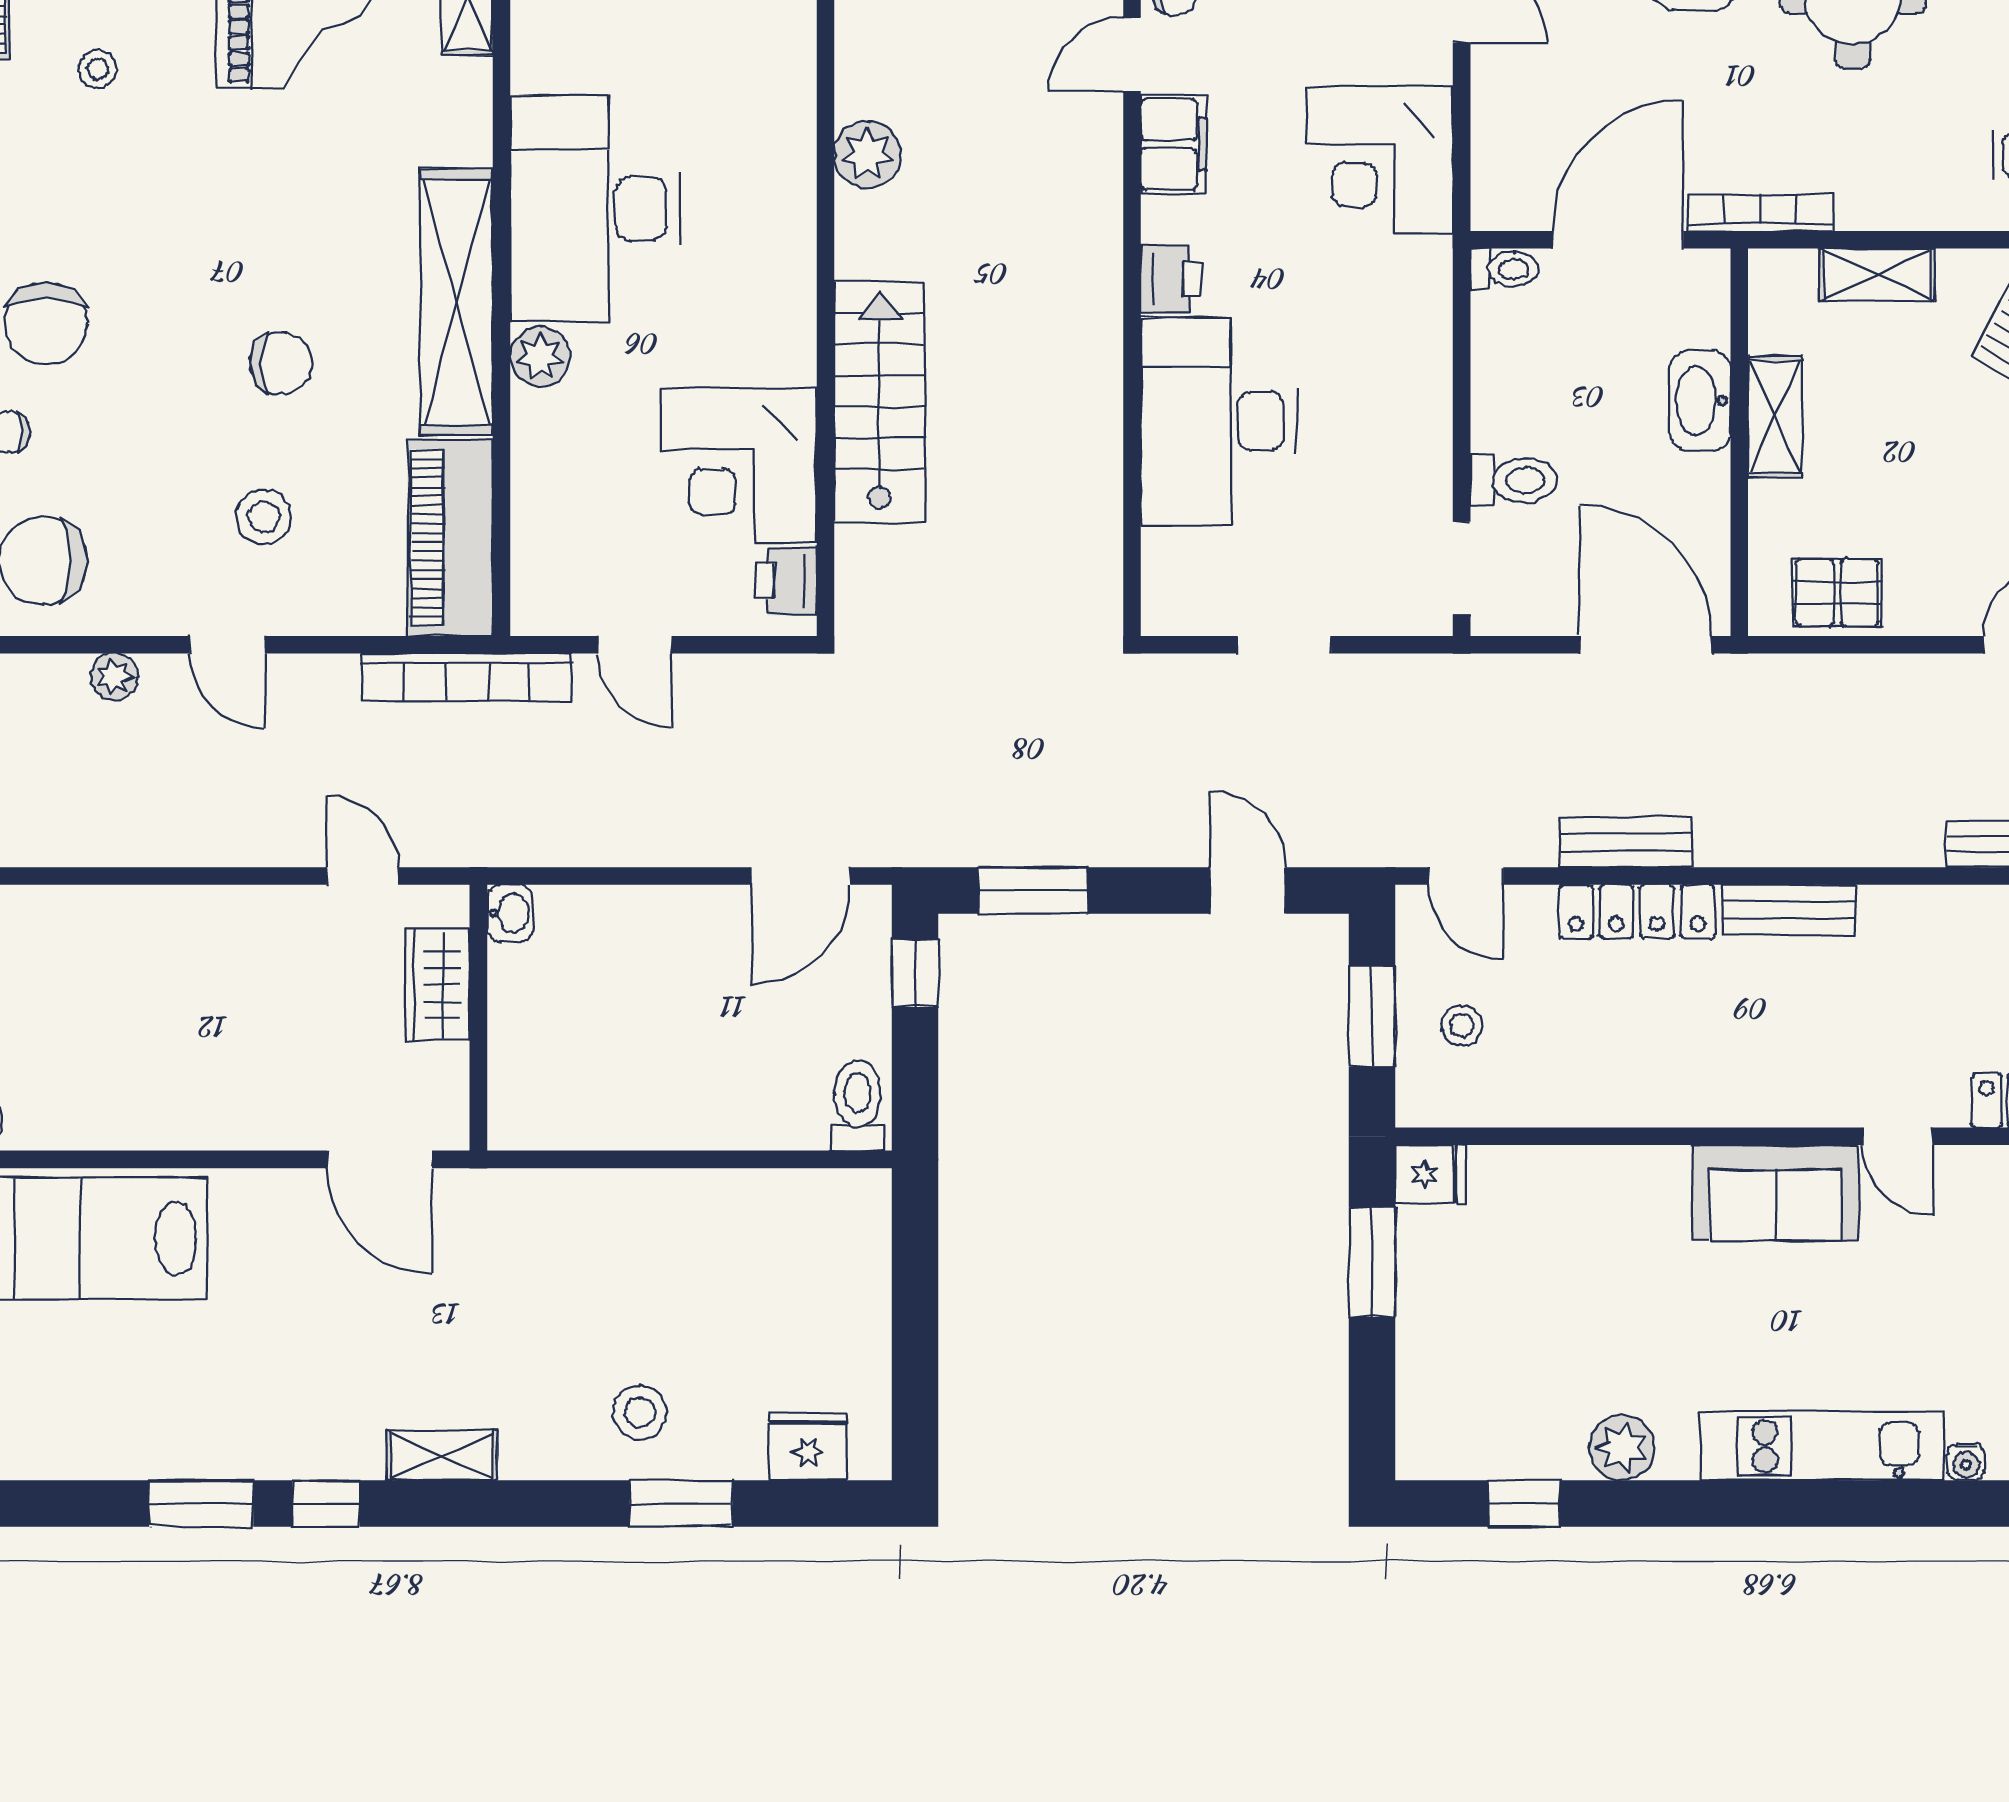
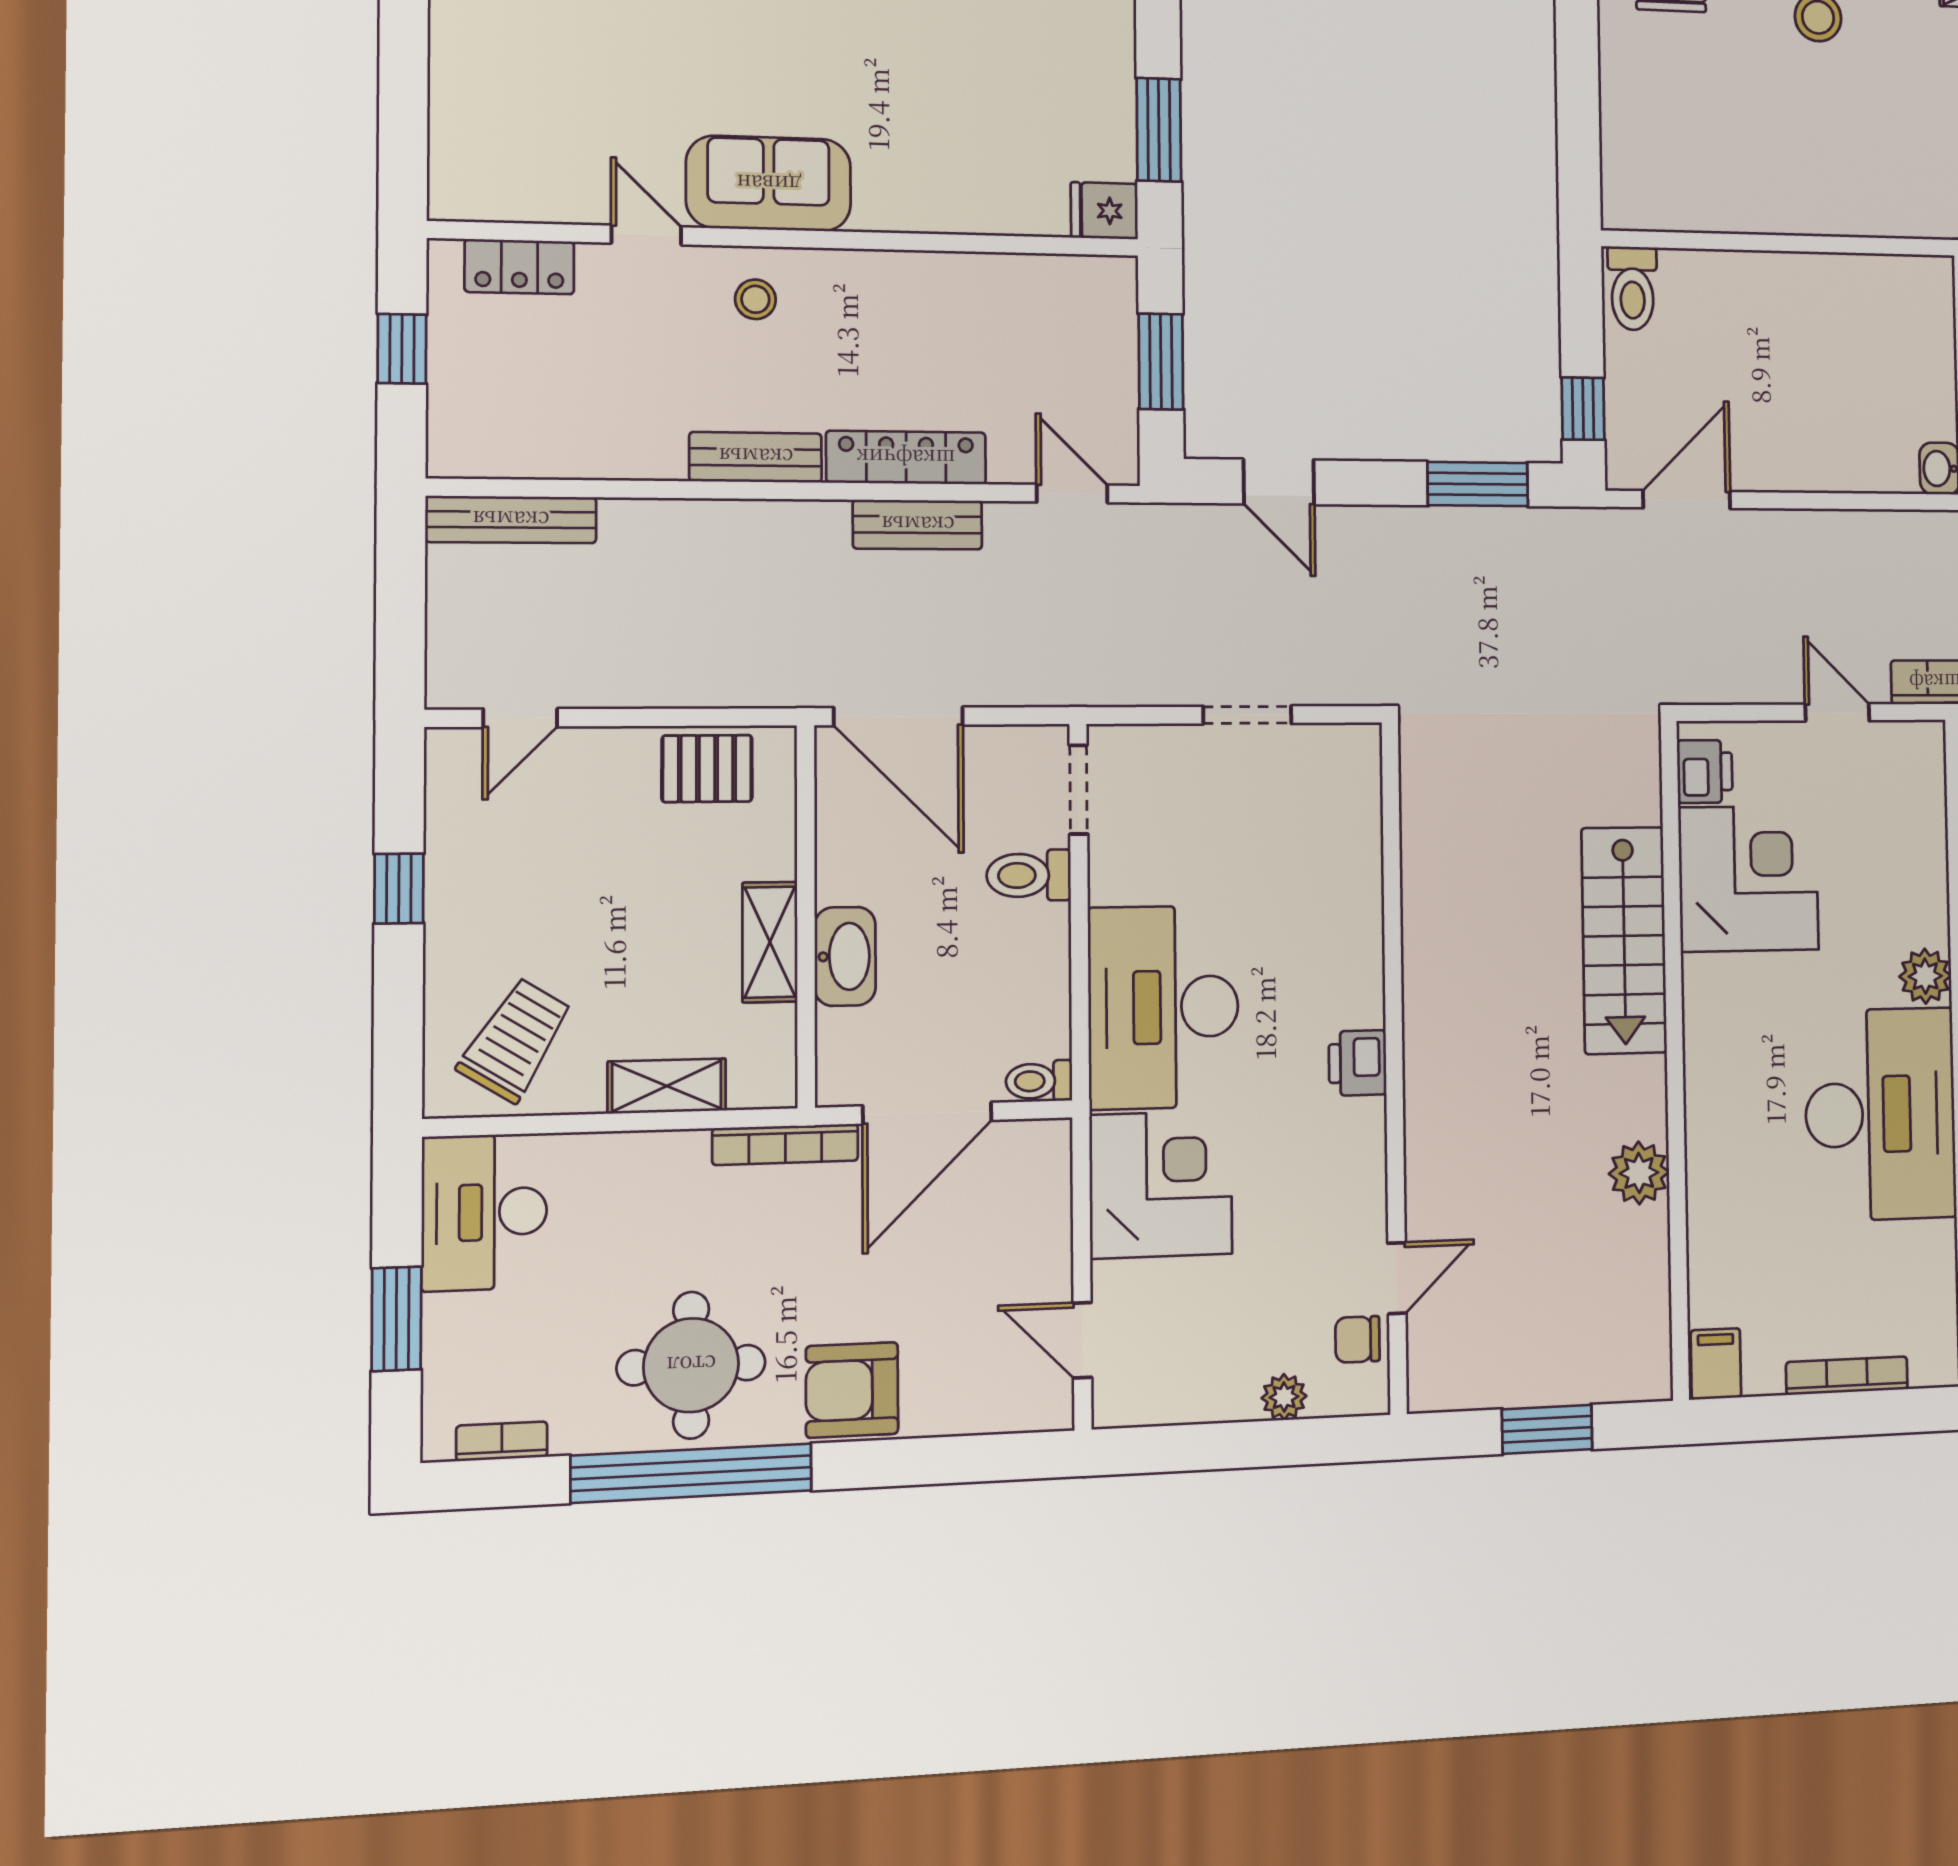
filing cabinet: (1173, 144) -> (1357, 1193), removed
desk: (1219, 421) -> (1163, 1007), moved, turned 180
stool: (1462, 1025) -> (755, 299), moved

